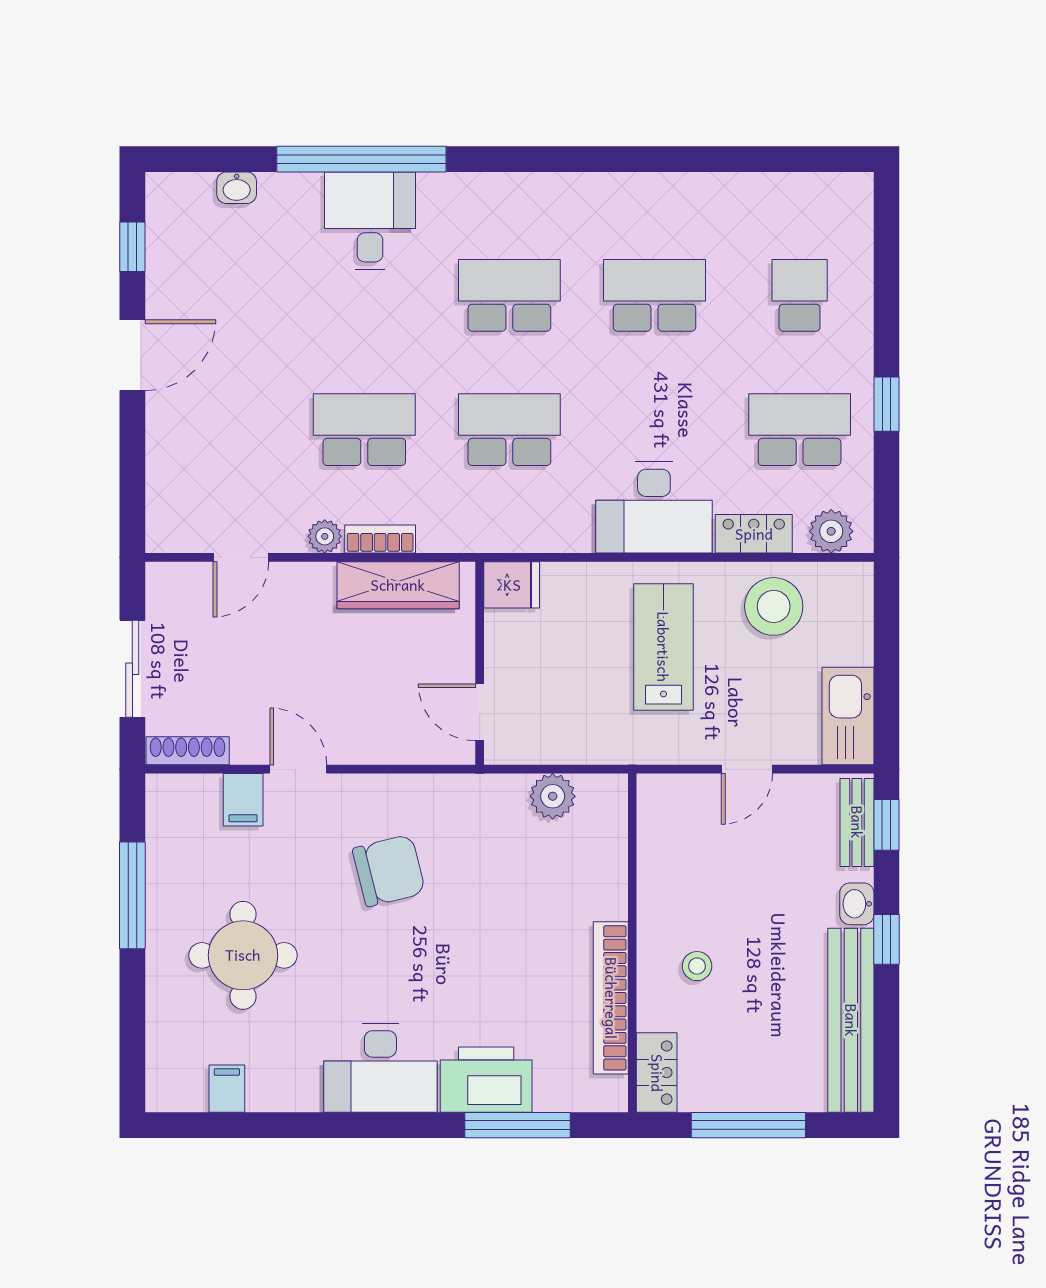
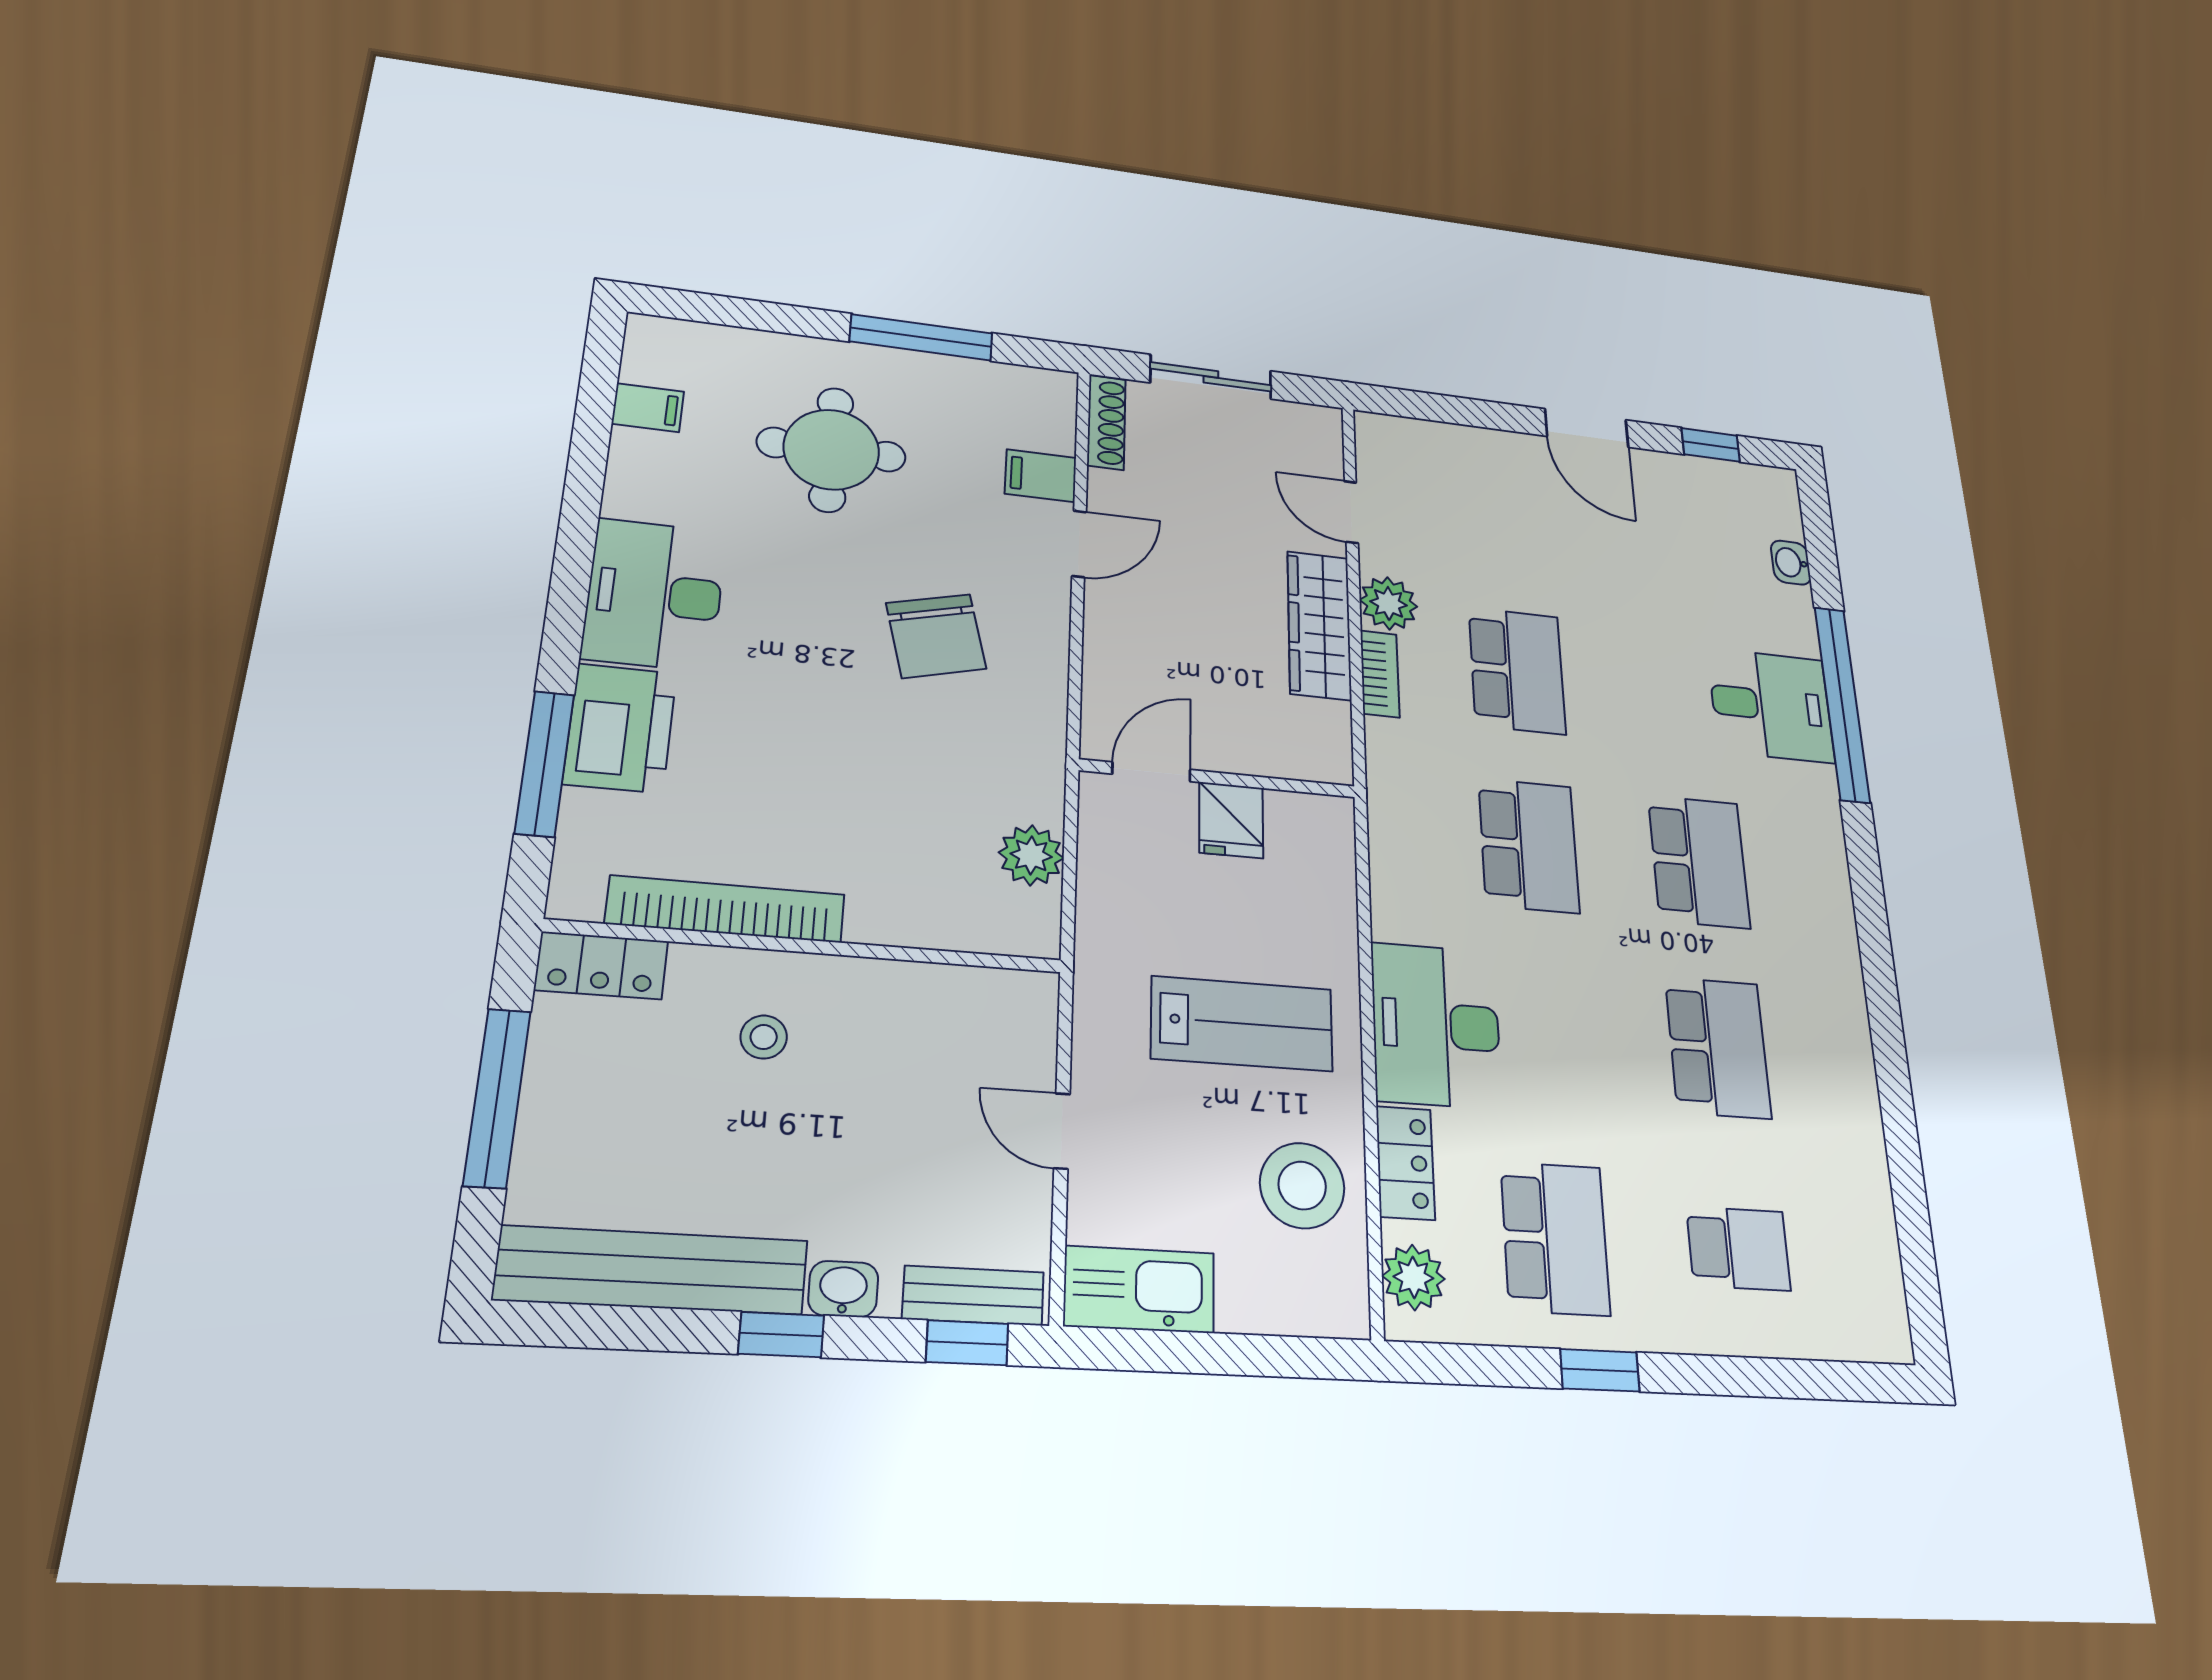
plant: (325, 536) -> (1388, 603), width x1.38, depth x1.38
wardrobe: (398, 585) -> (1319, 625), moved
fridge: (512, 585) -> (1231, 820), moved

